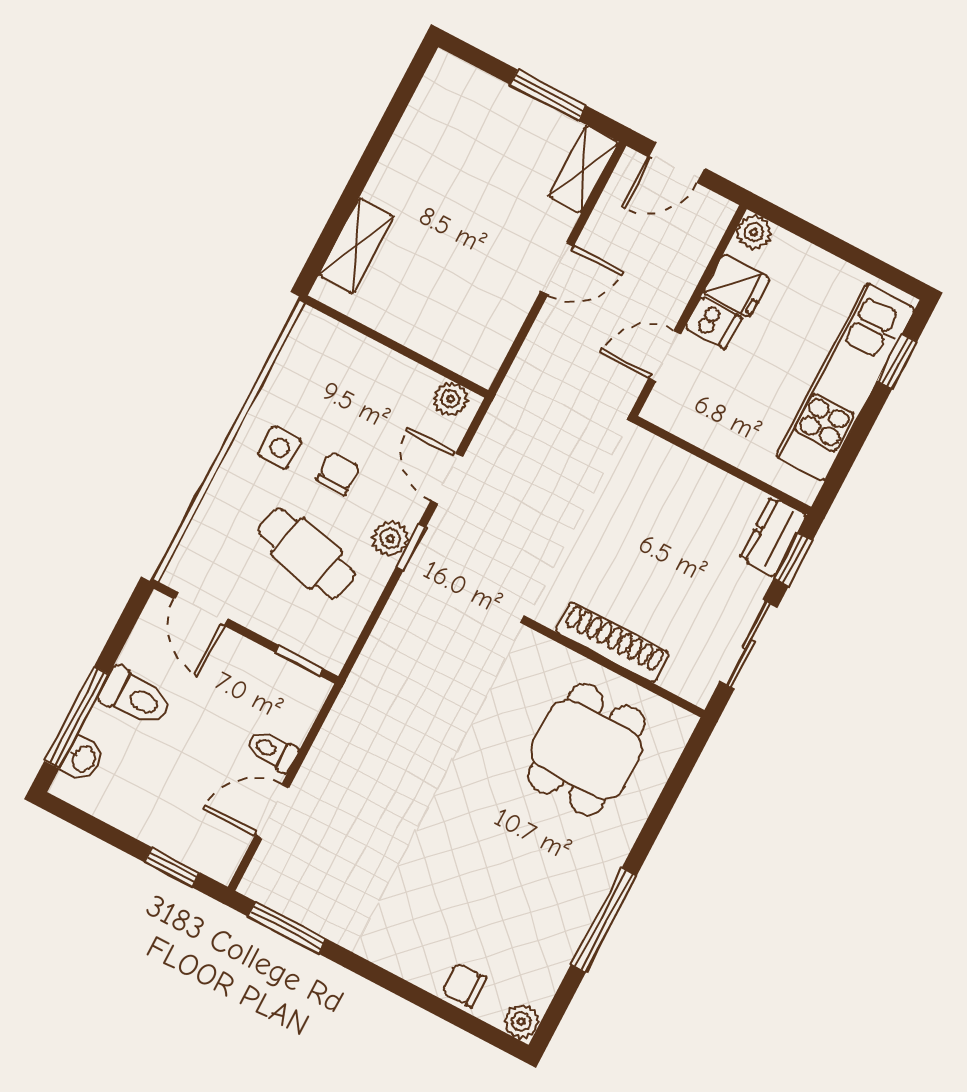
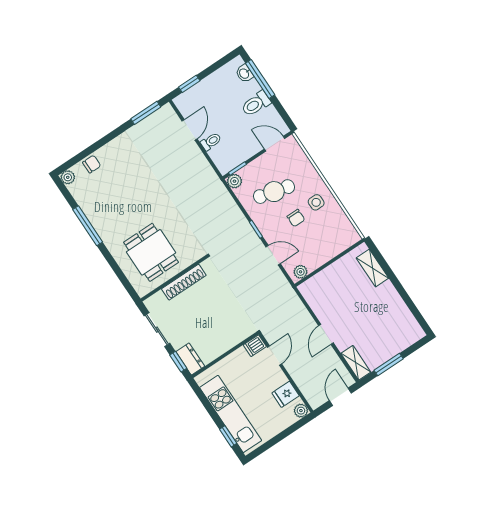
dishwasher: (713, 323) -> (255, 346), moved
plant: (390, 539) -> (234, 181), moved

